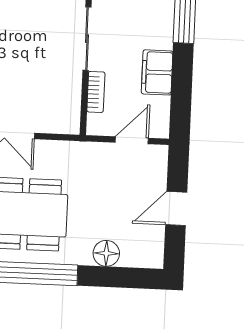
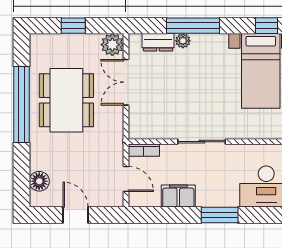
bookcase: (96, 92) -> (144, 150), moved
floor lamp: (106, 253) -> (39, 181), moved

